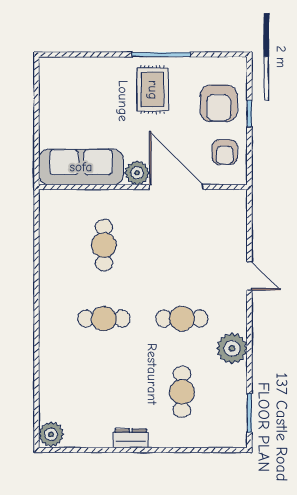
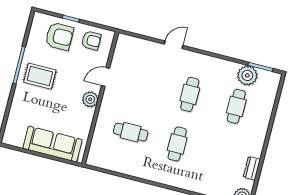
sofa: (81, 167) -> (53, 144), moved, turned 90
door: (176, 187) -> (106, 77), width x0.53
plant: (232, 348) -> (247, 75), moved
cafe table: (182, 392) -> (236, 106), turned 90
dresser: (131, 438) -> (252, 168), moved

